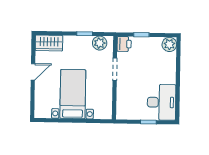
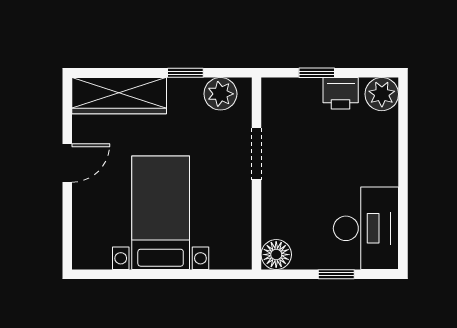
wardrobe: (49, 43) -> (119, 96), width x1.50
printer: (124, 44) -> (341, 93), moved, turned 90
floor lamp: (123, 113) -> (276, 255), added

